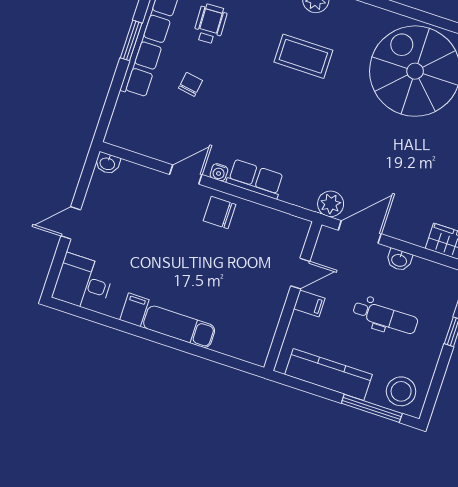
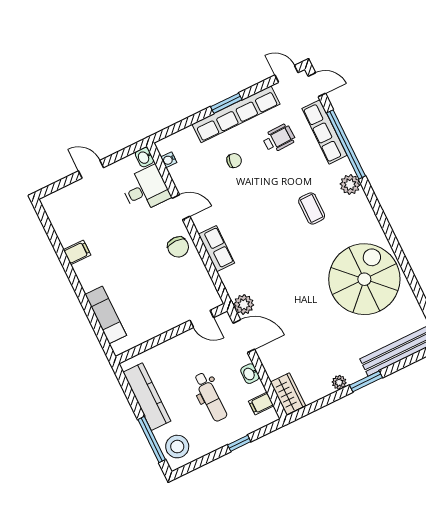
coffee table: (303, 56) -> (312, 208), width x0.73, depth x0.77
water cooler: (219, 172) -> (169, 160), moved
chair: (220, 213) -> (178, 247), turned 180
door: (300, 274) -> (202, 319), moved
desk: (83, 283) -> (146, 189), moved, turned 90
filing cabinet: (309, 303) -> (261, 404), moved, turned 90
exam couch: (179, 327) -> (106, 315), moved

